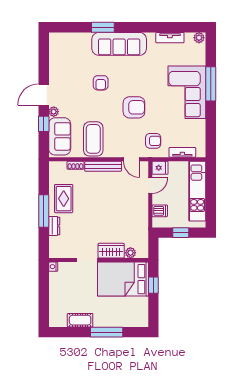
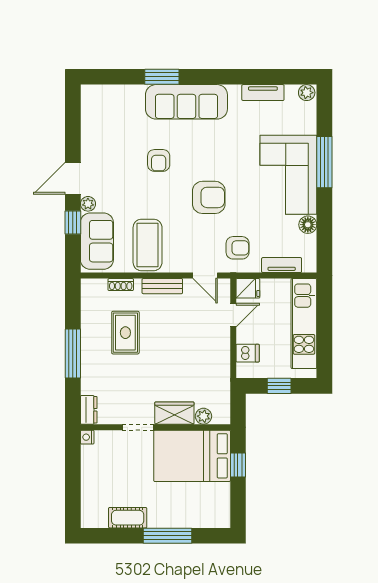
floor lamp: (200, 125) -> (308, 225), added
bench: (103, 166) -> (162, 286), width x0.73
rug: (64, 199) -> (125, 333), moved
dresser: (54, 226) -> (89, 410), moved

